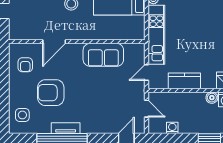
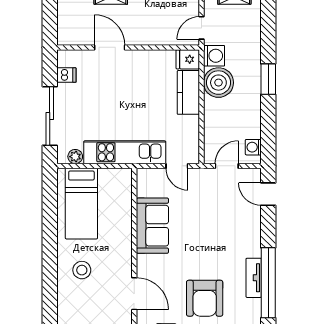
kitchen counter: (184, 81) -> (188, 92), moved
boiler: (212, 98) -> (218, 83), width x1.86, depth x1.86
washing machine: (172, 128) -> (253, 147), moved

